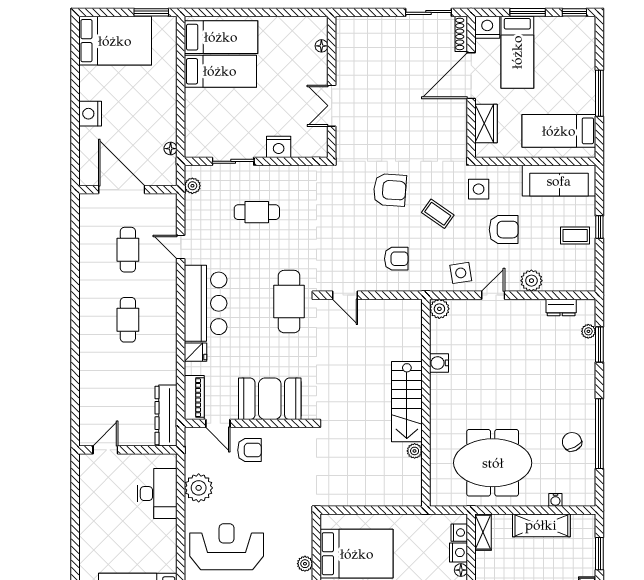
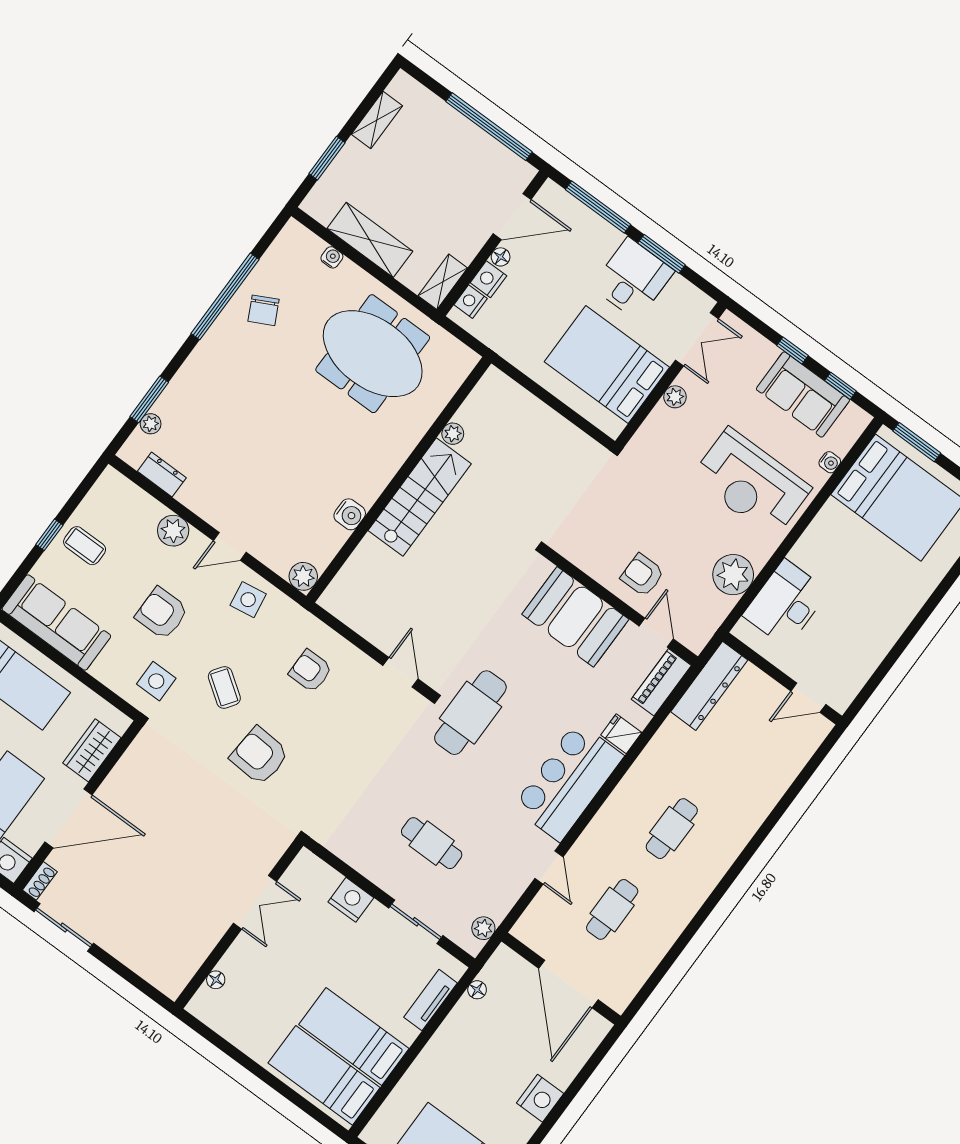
shoe rack: (461, 34) -> (40, 881), width x0.70
tv unit: (192, 124) -> (431, 1000), added

